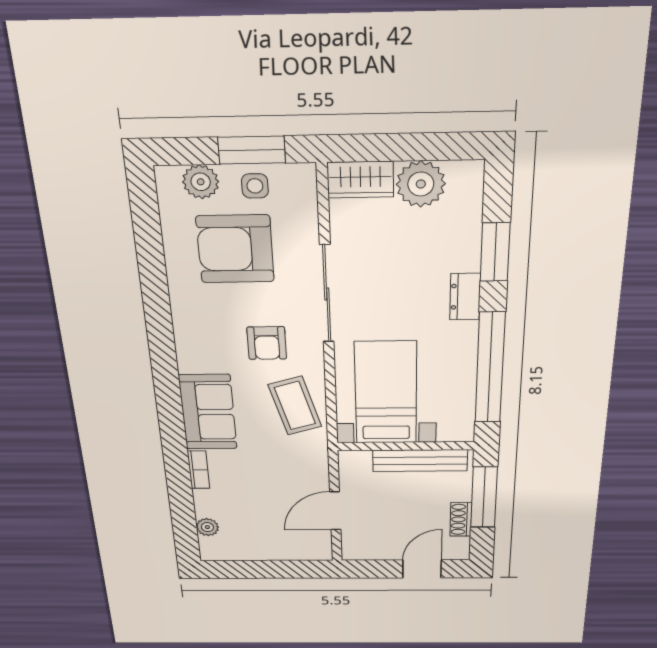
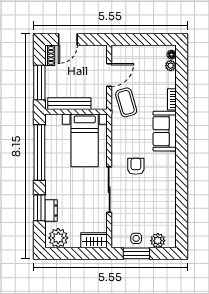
plant: (421, 184) -> (58, 238), moved
armchair: (235, 249) -> (146, 211), removed
dresser: (465, 297) -> (51, 211), moved
coffee table: (295, 406) -> (126, 102), moved
shoe rack: (461, 519) -> (50, 55), moved
floor lamp: (208, 545) -> (172, 55), added

